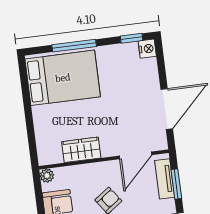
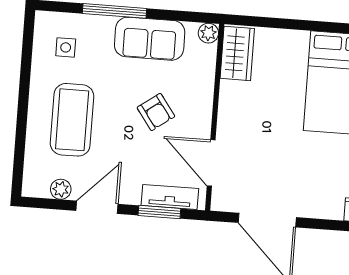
wardrobe: (81, 150) -> (237, 53), moved

